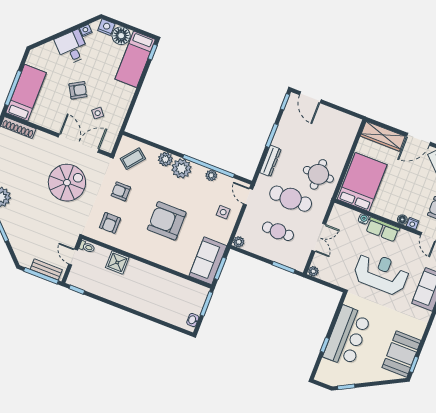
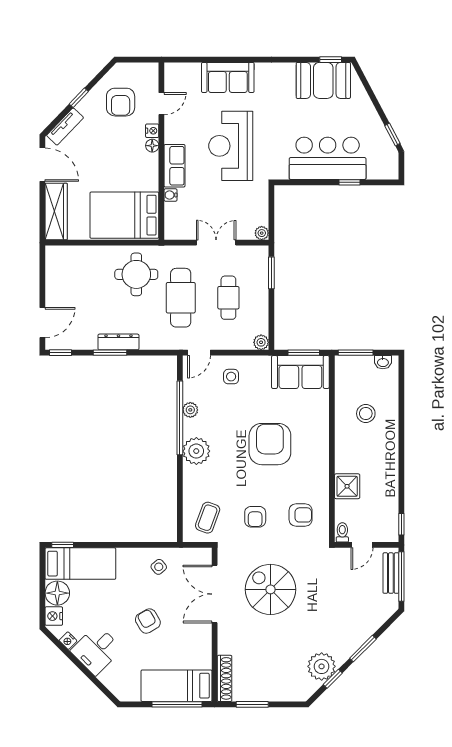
side table: (98, 113) -> (159, 567), moved
coffee table: (133, 159) -> (208, 518), turned 71
plant: (165, 159) -> (192, 476), removed
dresser: (270, 161) -> (118, 342), moved
armchair: (167, 221) -> (270, 444), turned 180
stool: (162, 295) -> (366, 414), added

